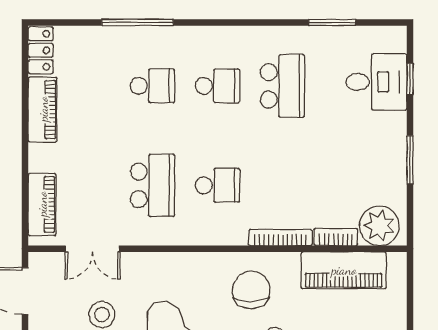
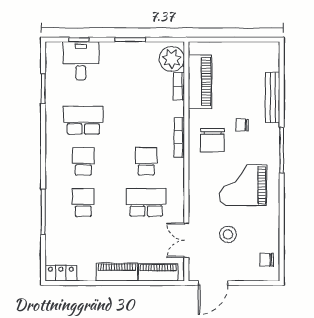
piano: (43, 109) -> (117, 272), moved
bookcase: (280, 237) -> (179, 137), moved
double door: (93, 249) -> (186, 240), swing flipped
chair: (251, 290) -> (212, 140), turned -90

